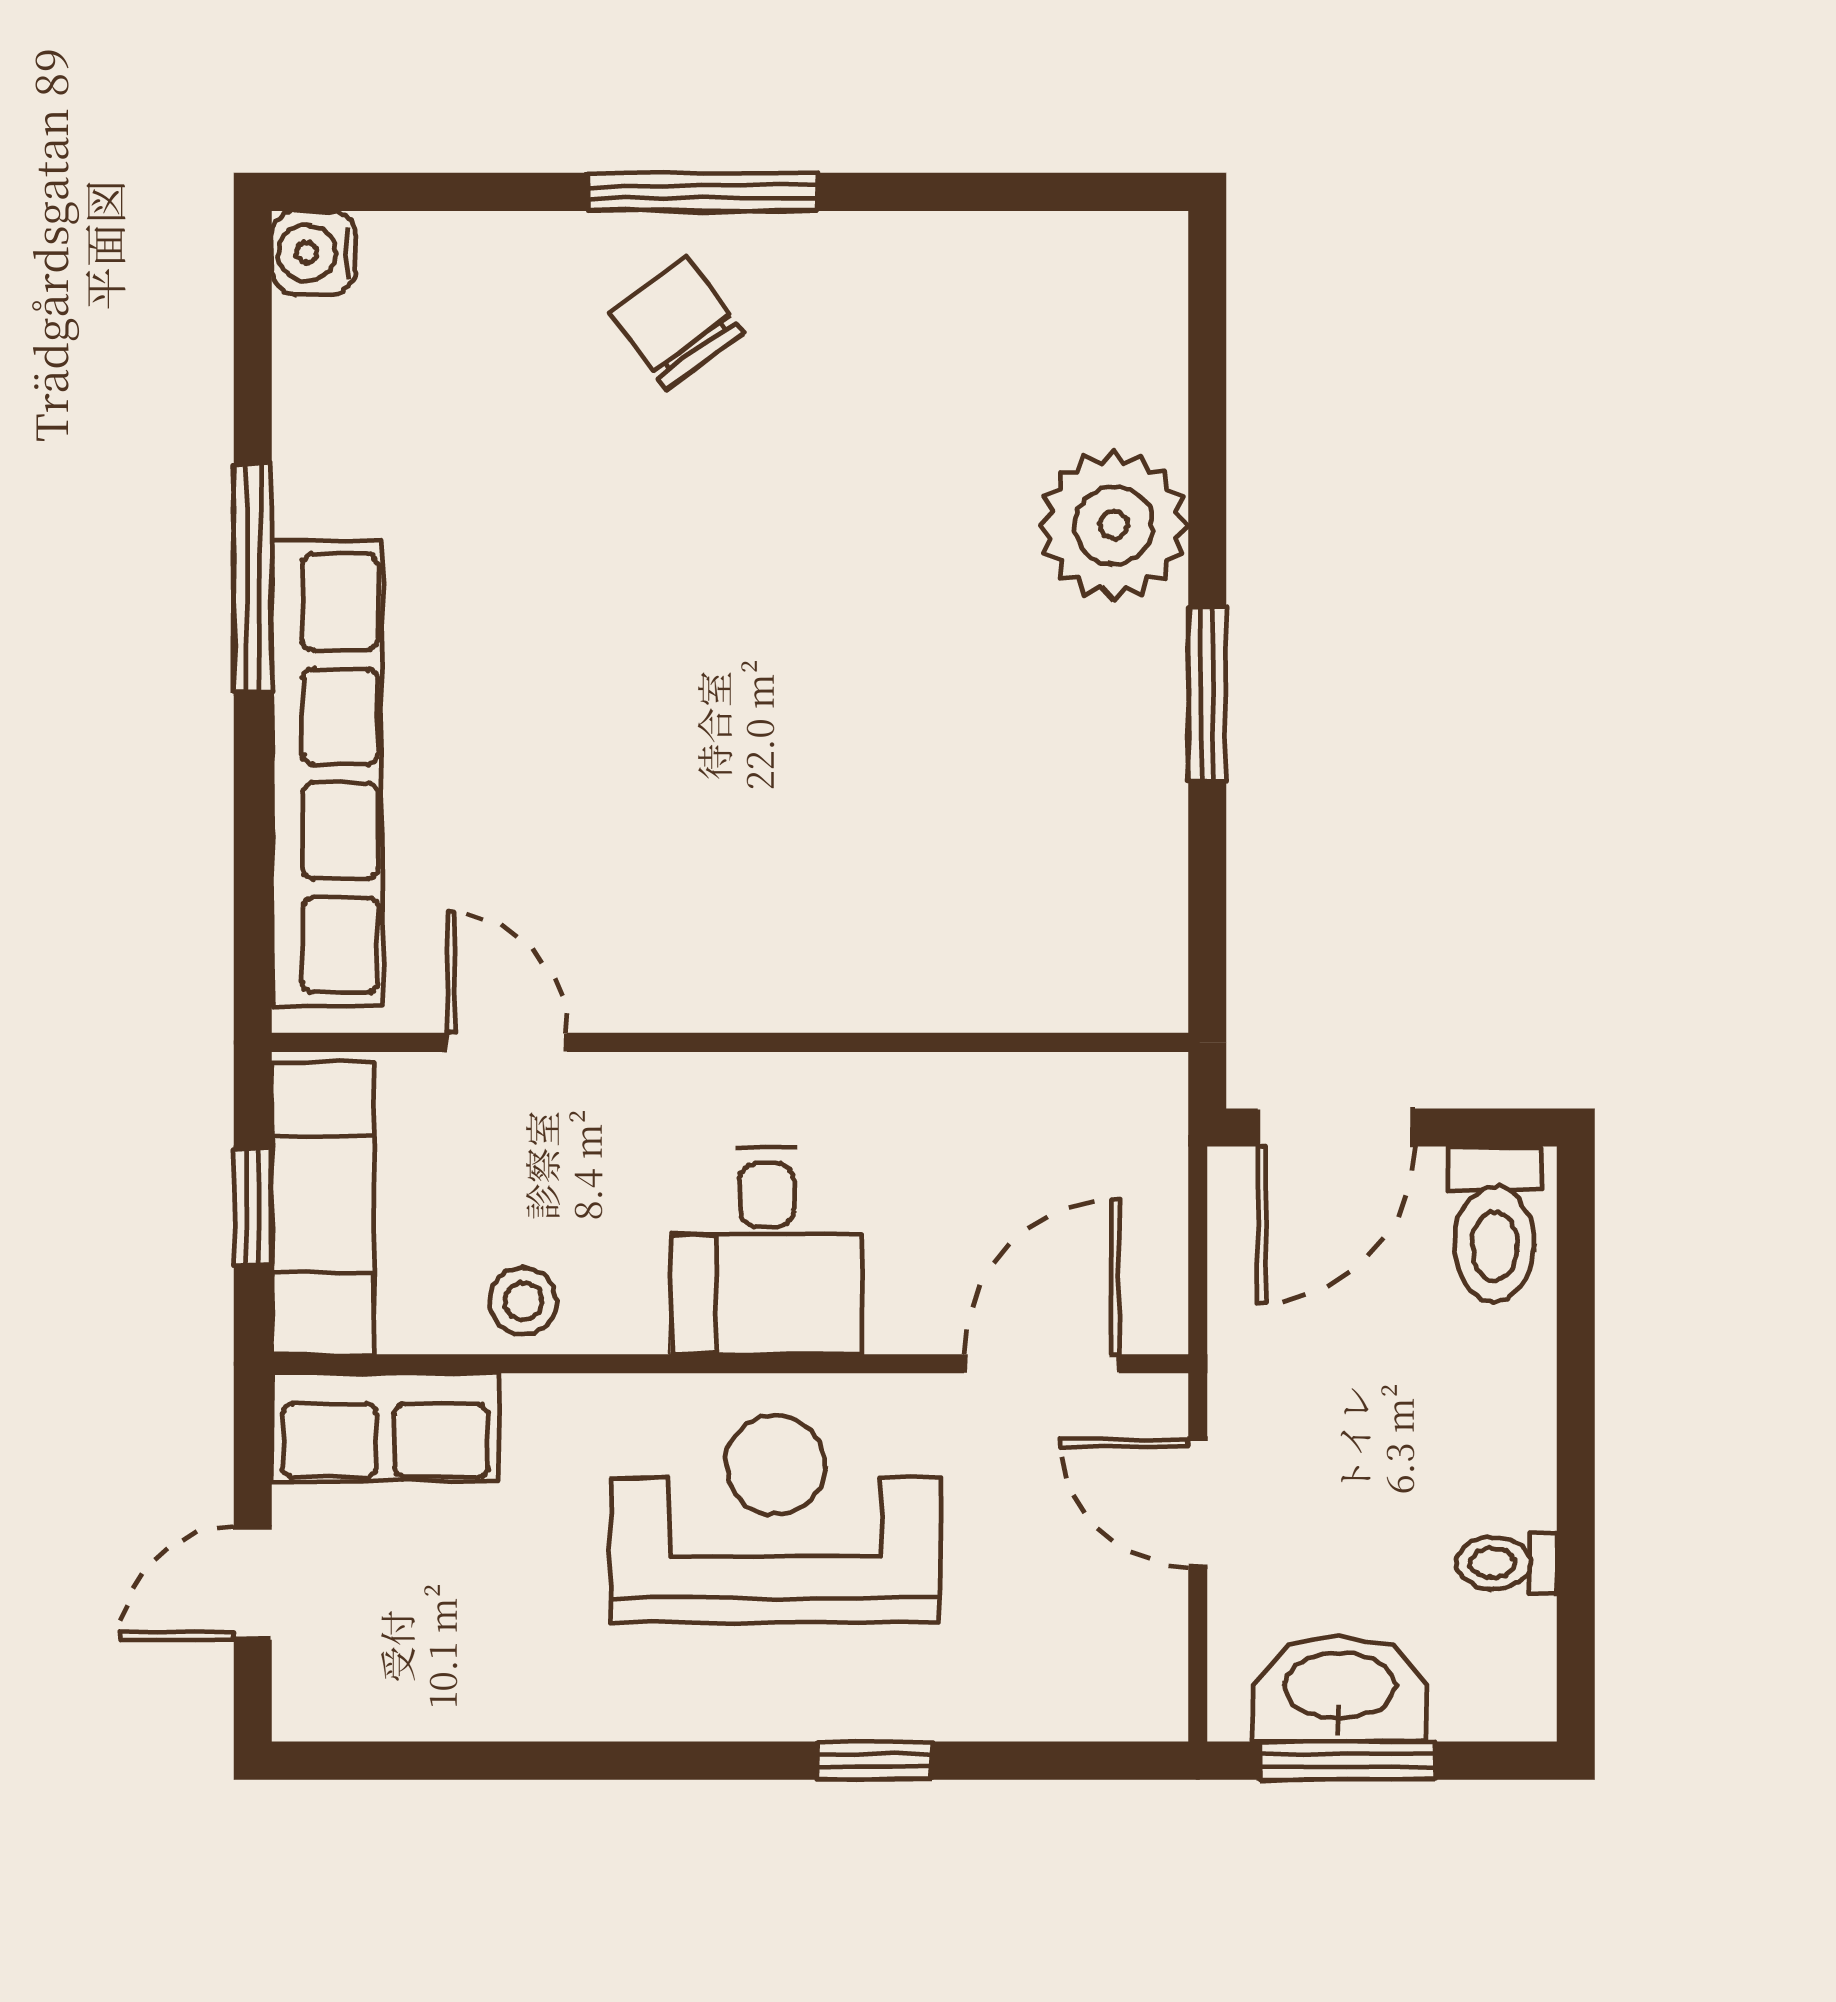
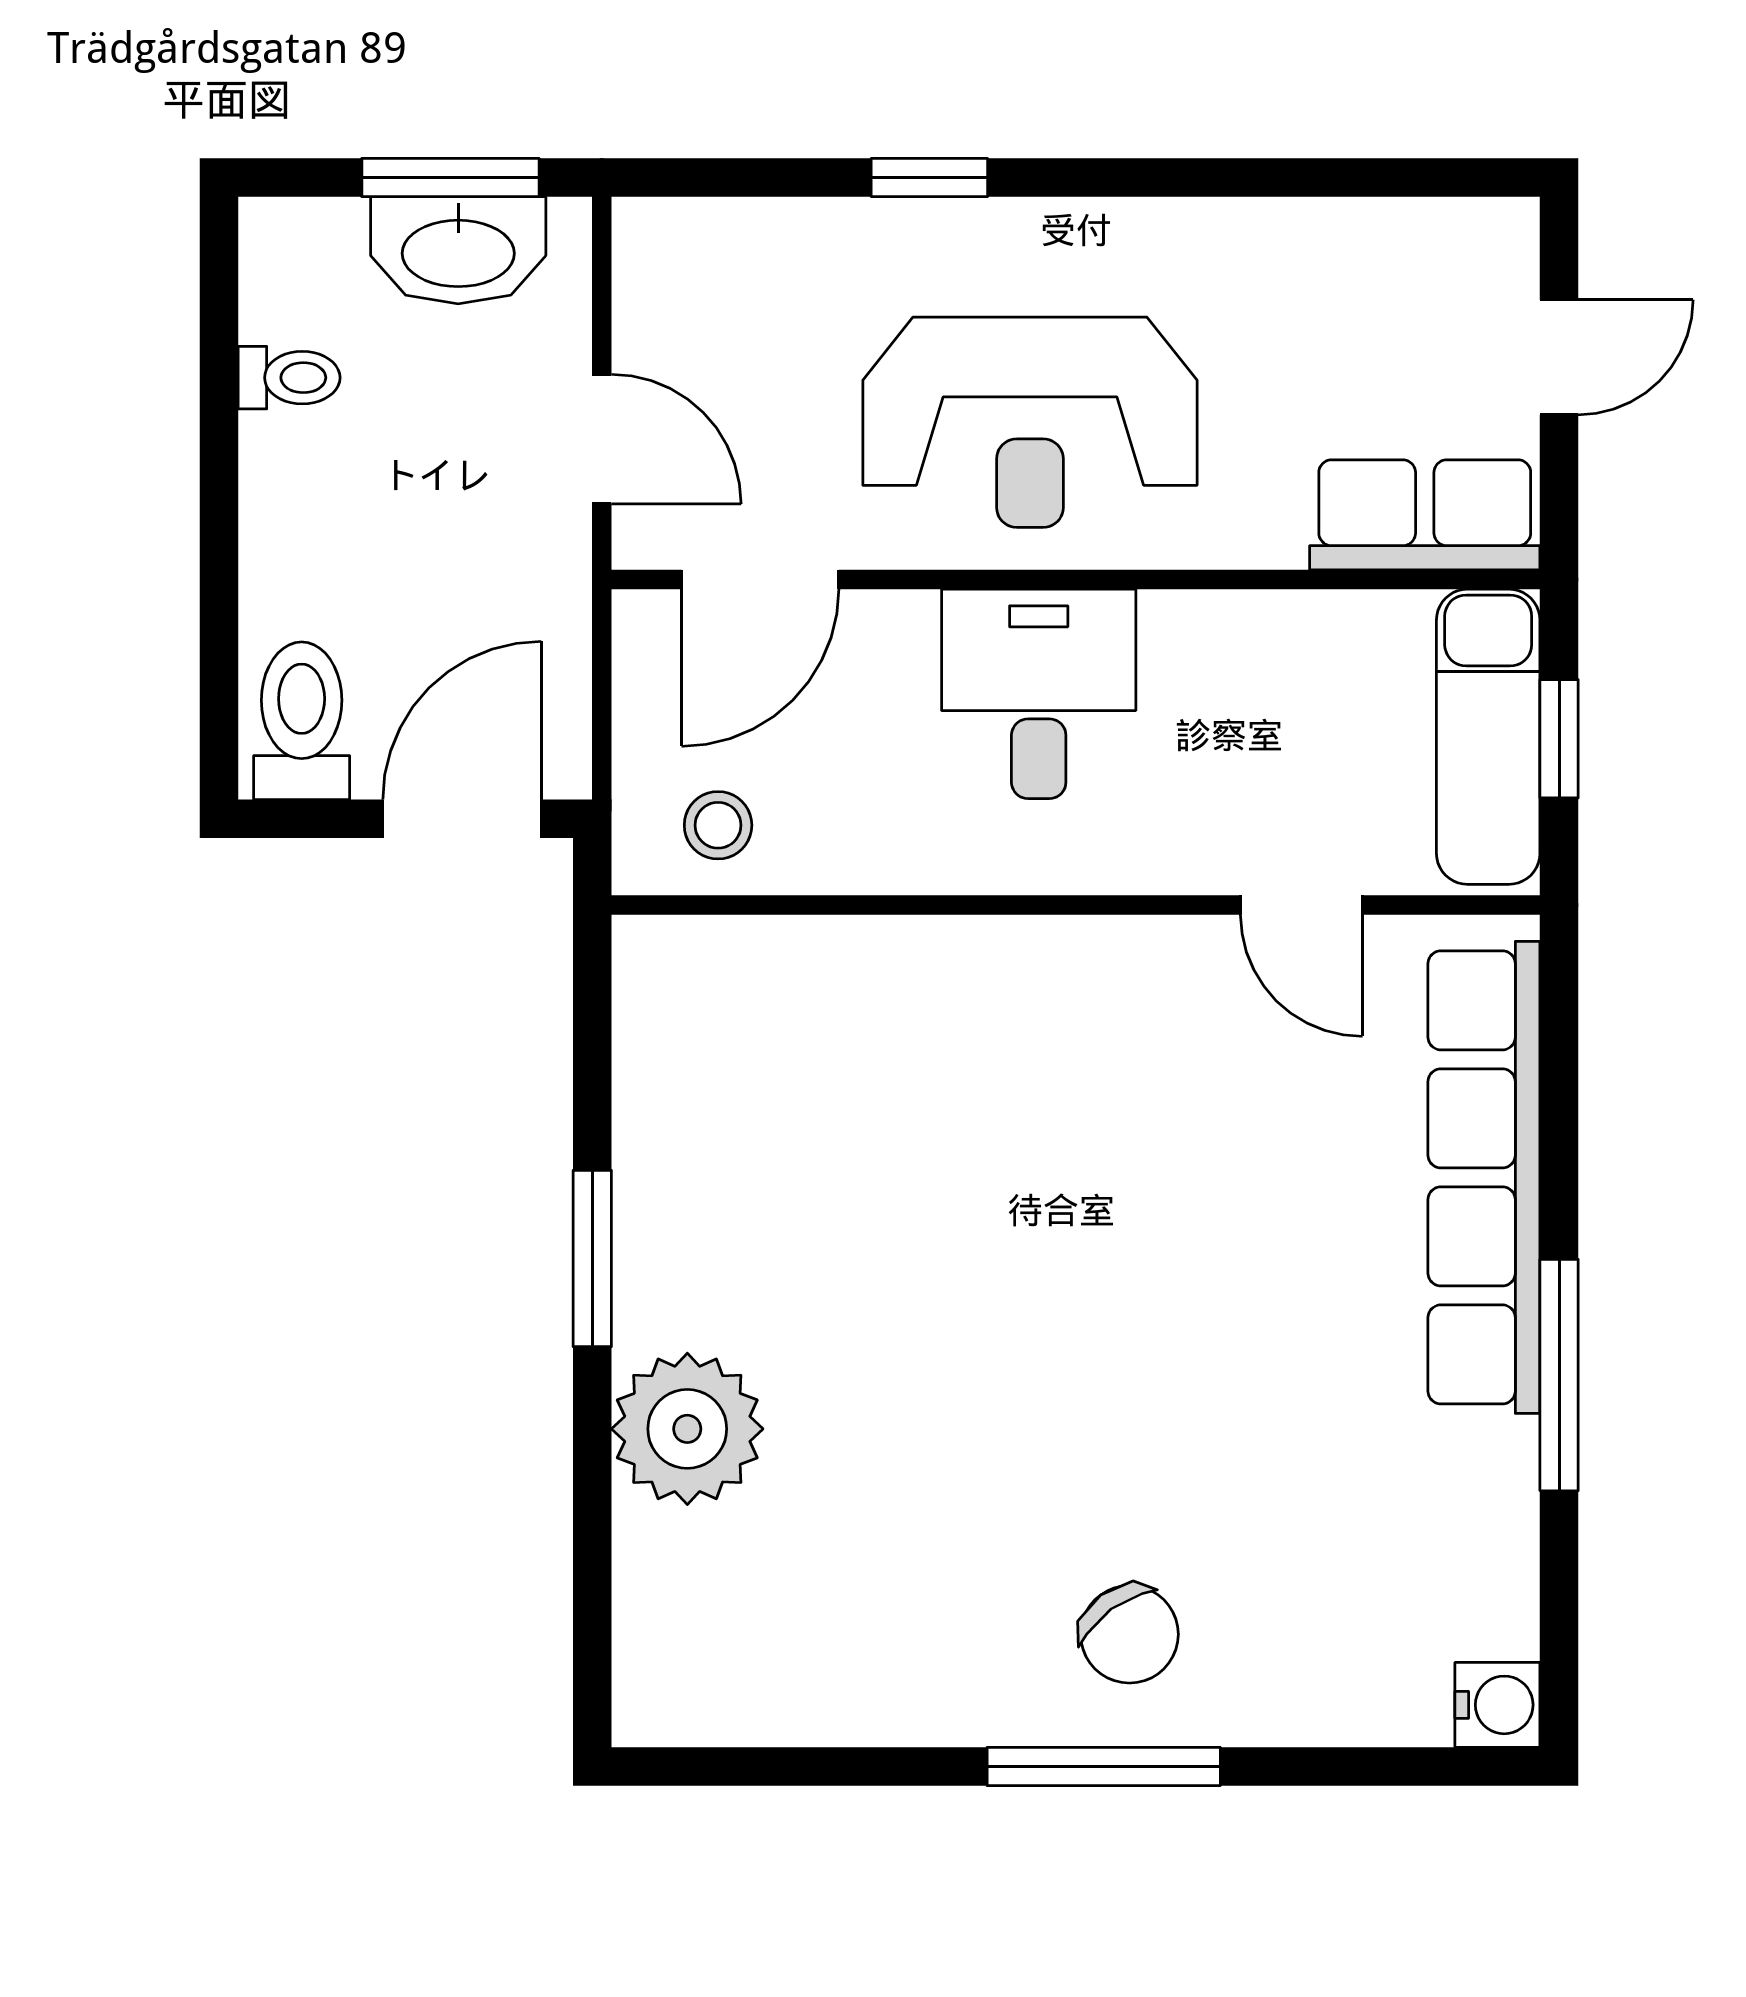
stool: (523, 1301) -> (718, 825), moved

